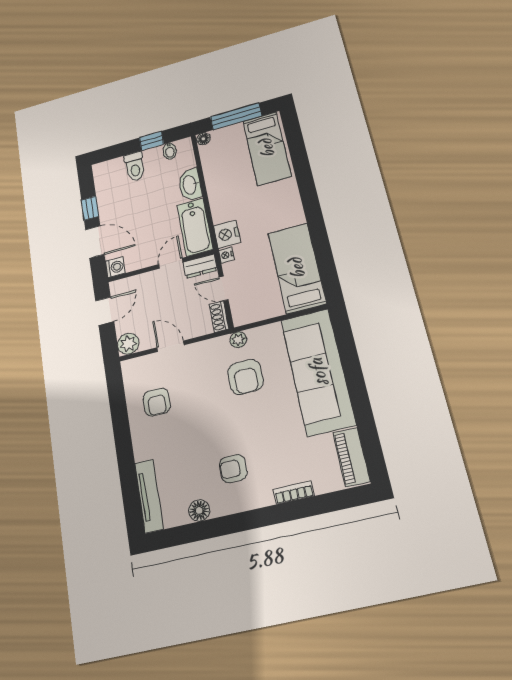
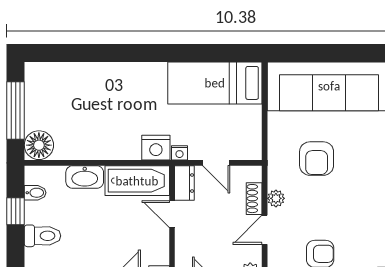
floor lamp: (203, 139) -> (39, 145), width x1.89, depth x1.89
bed: (267, 148) -> (67, 85), removed
door: (223, 288) -> (216, 163), hinge flipped
shoe rack: (219, 317) -> (254, 199), moved, turned 90
plant: (238, 340) -> (276, 198), moved
armchair: (245, 377) -> (317, 159), turned 90

